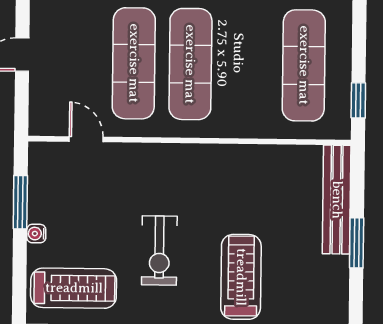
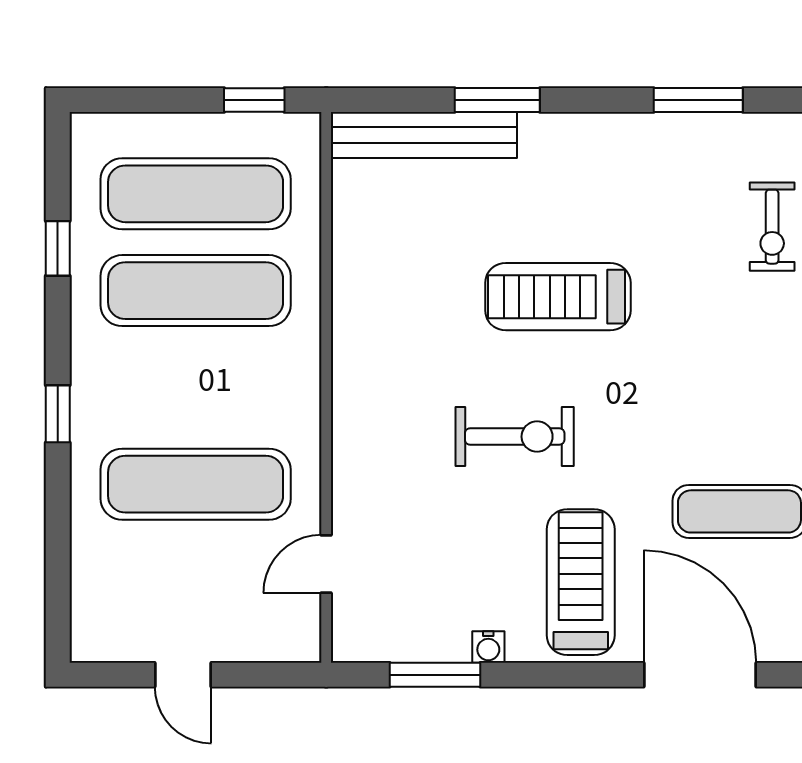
exercise mat: (190, 64) -> (196, 291), moved

